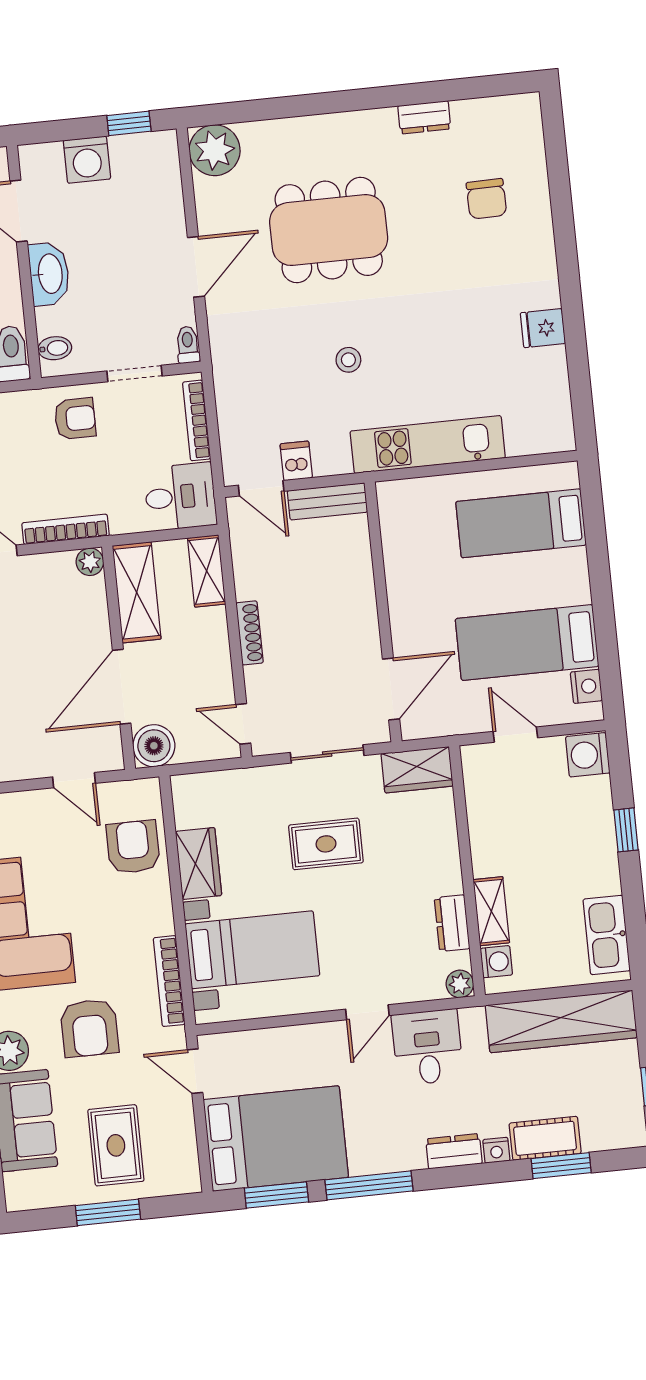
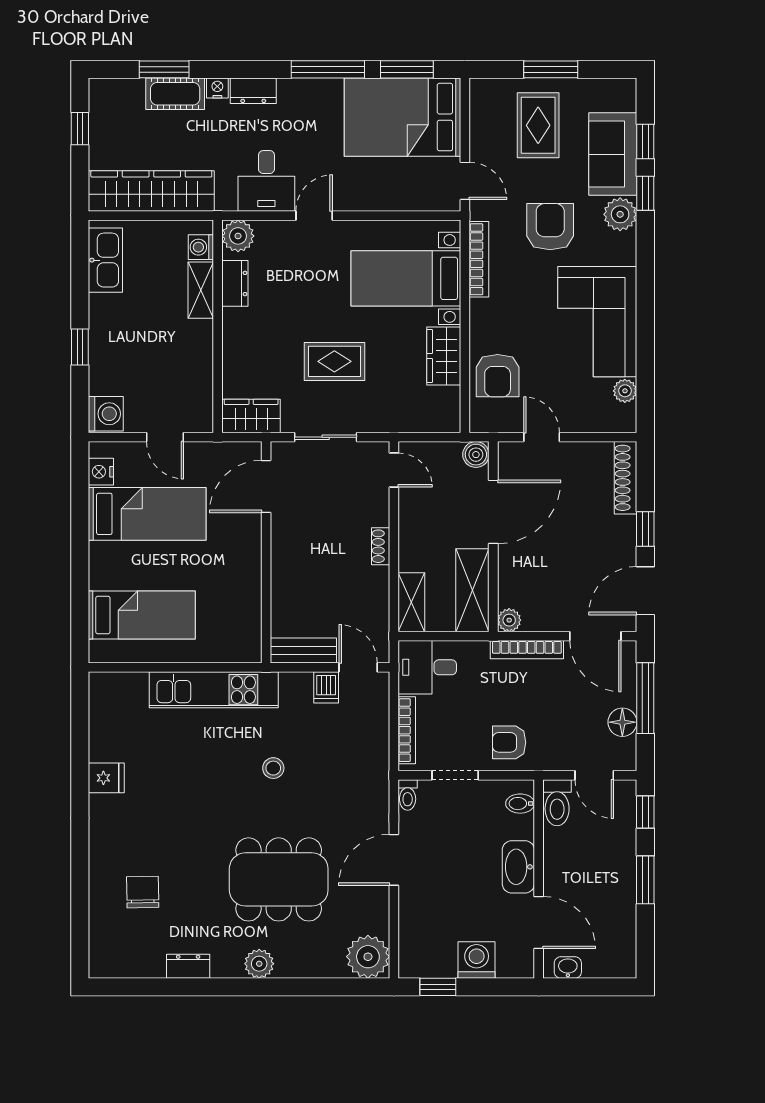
plant: (341, 129) -> (259, 964), added
shoe rack: (250, 633) -> (381, 546), width x0.70
boiler: (154, 746) -> (476, 455), width x0.73, depth x0.73
plant: (460, 984) -> (238, 236), width x1.38, depth x1.38

